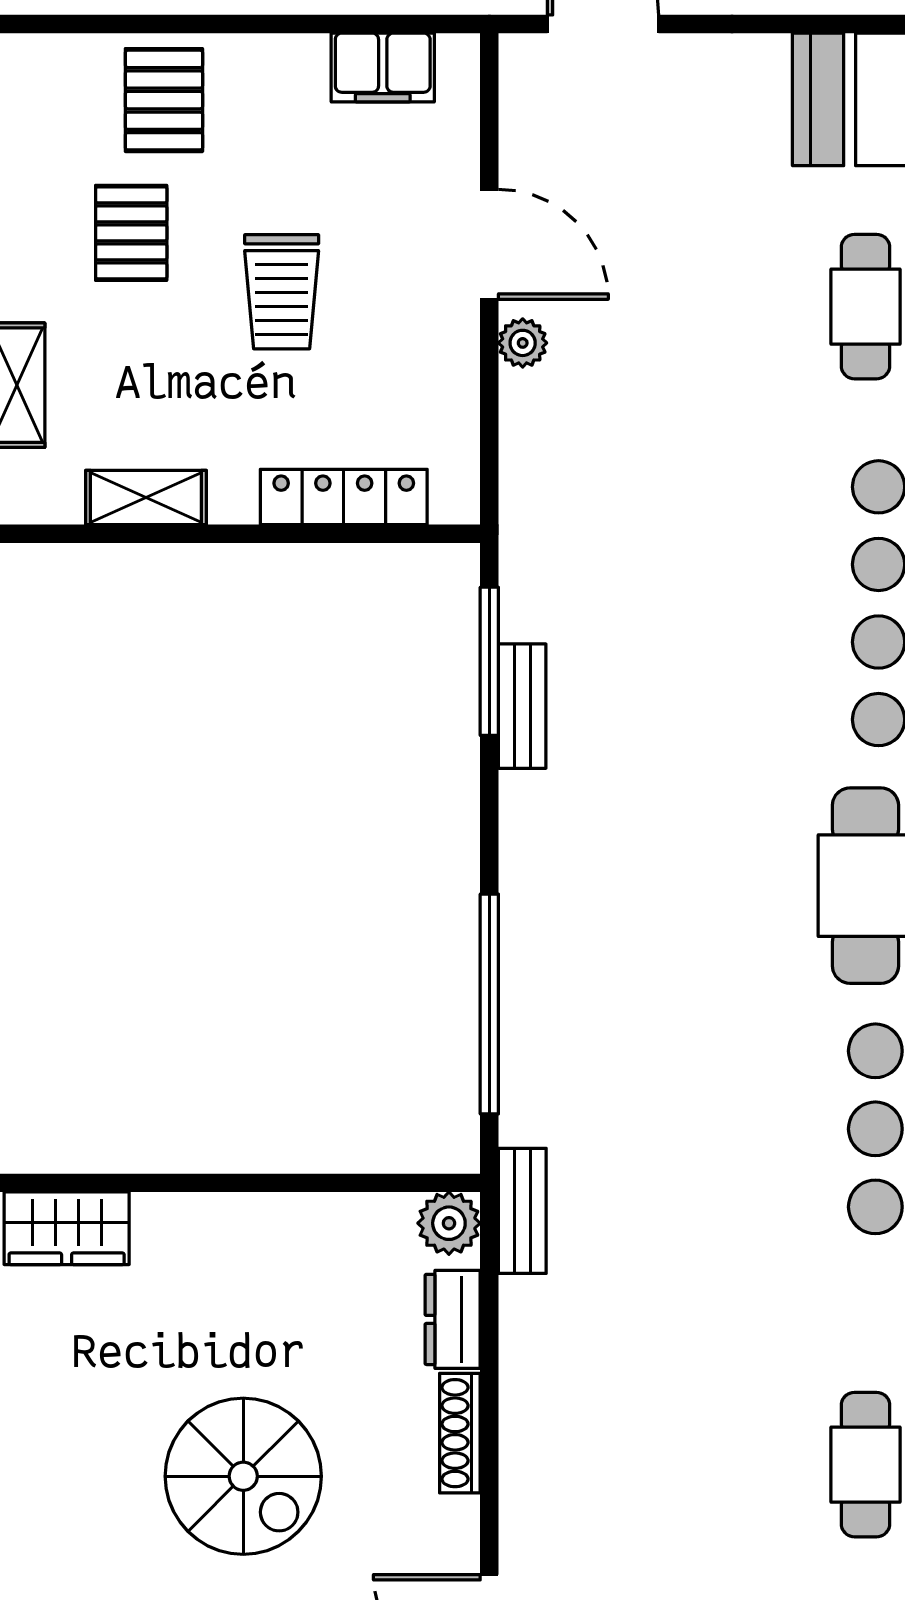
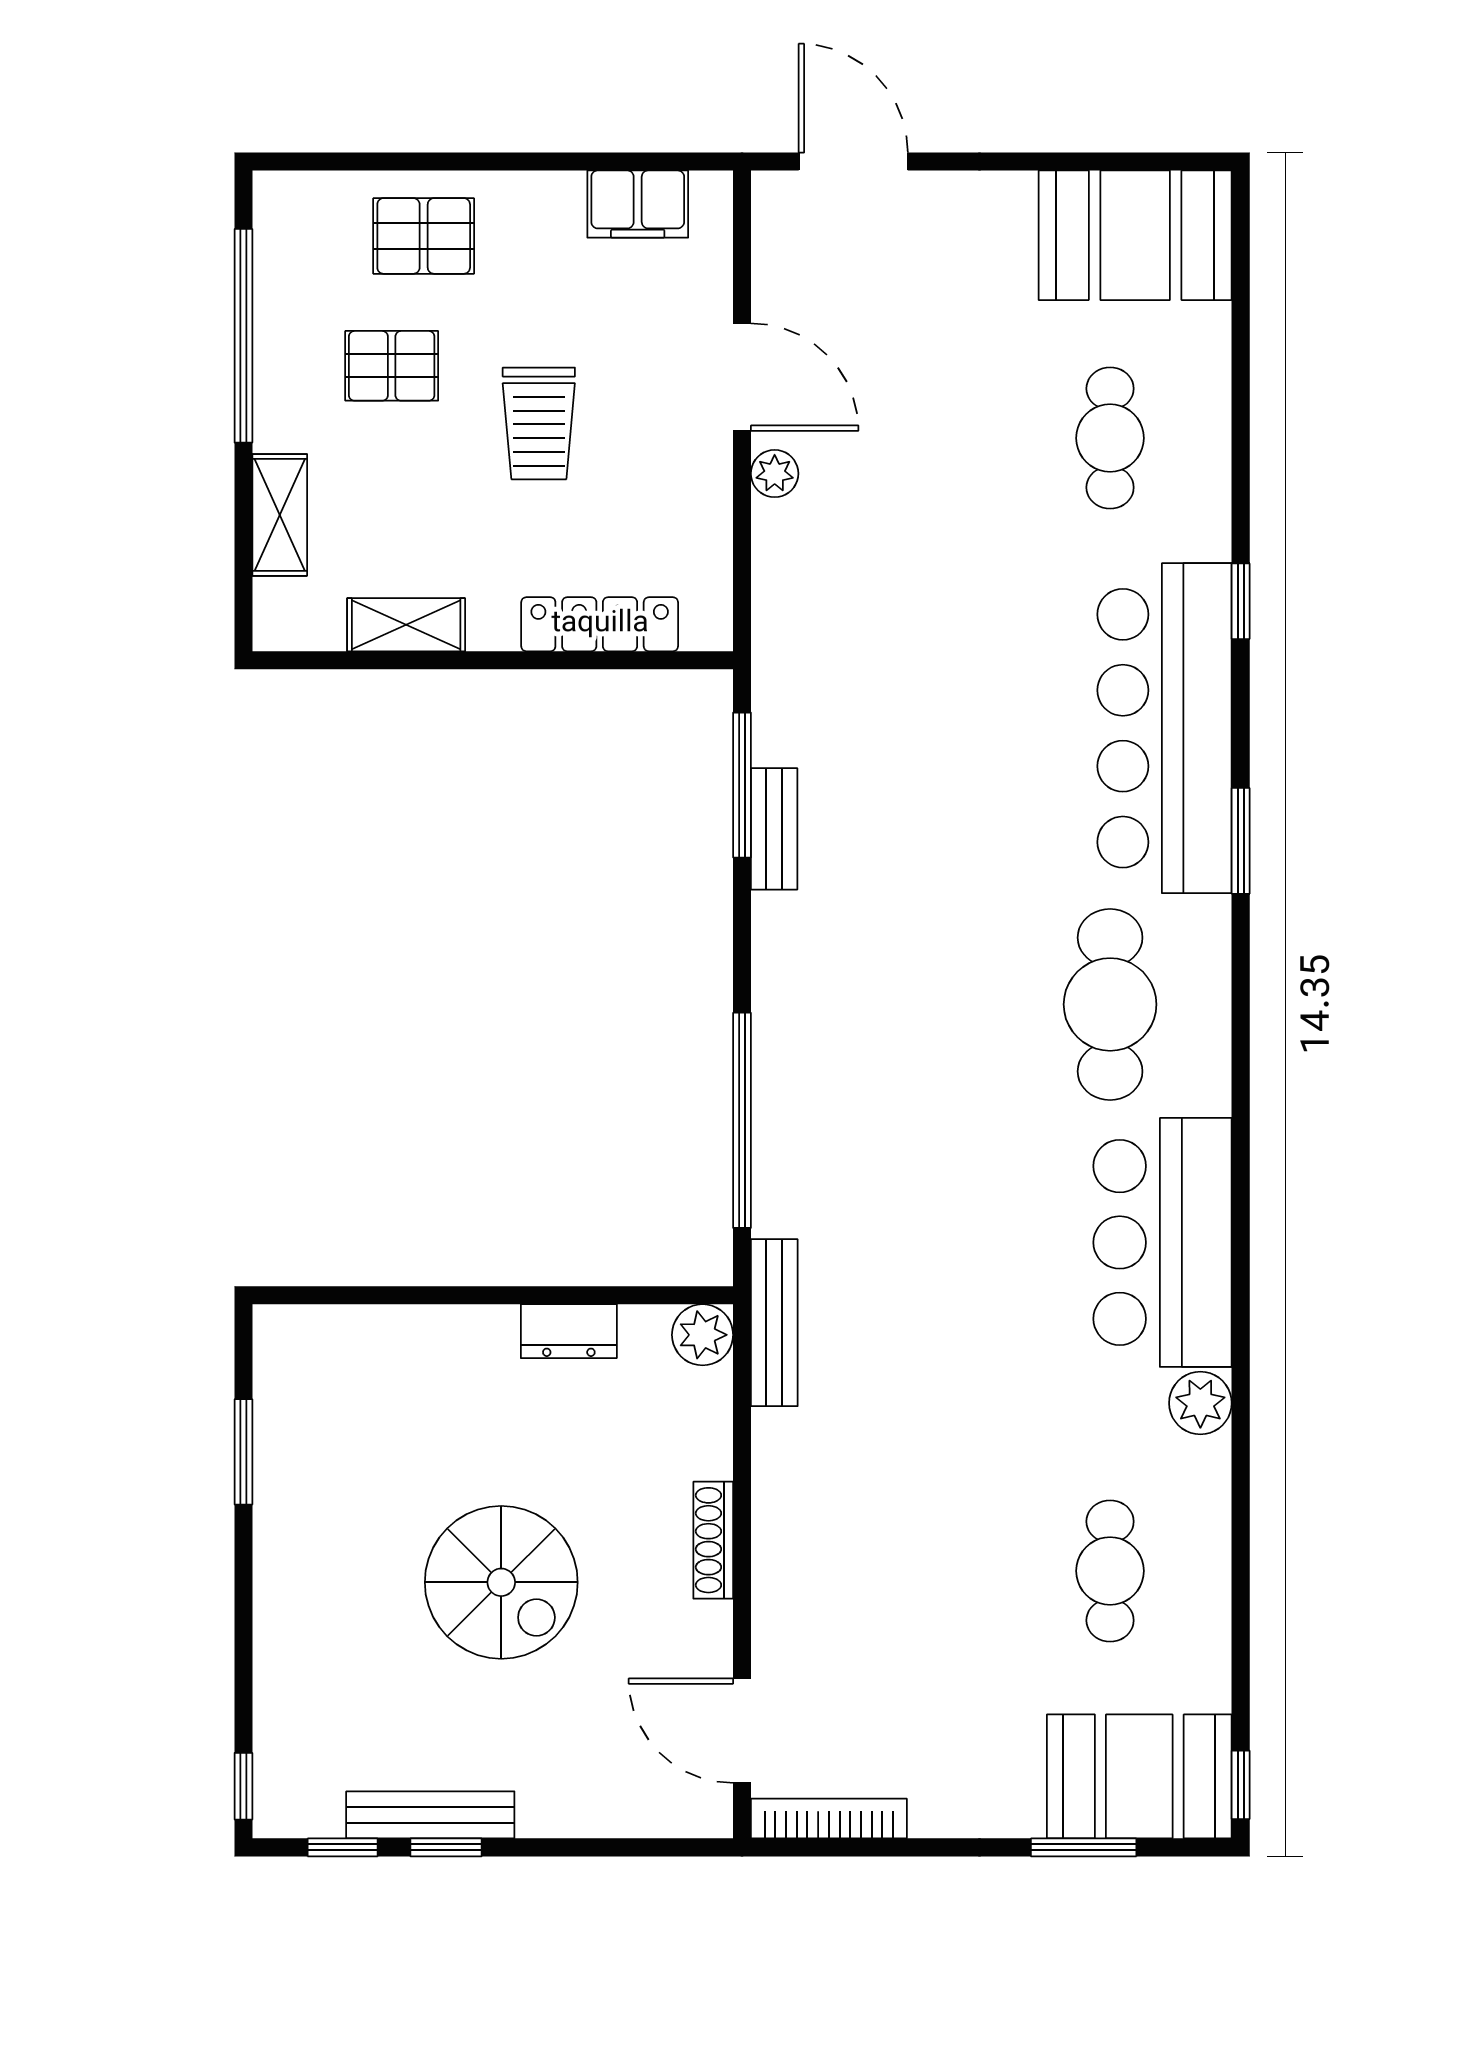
pallet: (164, 100) -> (424, 236), turned 90
pallet: (131, 233) -> (392, 366), turned 90
bench: (522, 1211) -> (774, 1323), width x1.36
wardrobe: (67, 1228) -> (328, 1340), removed
dresser: (453, 1319) -> (569, 1331), moved, turned -90

